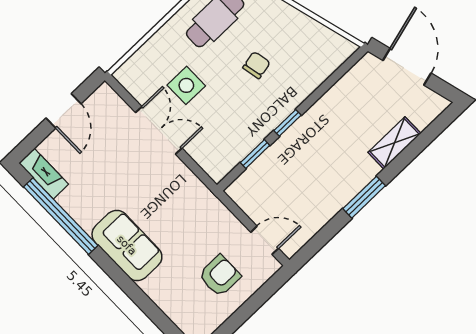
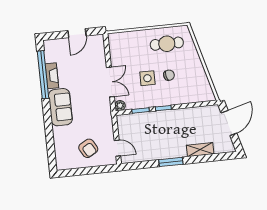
side table: (186, 85) -> (147, 78), moved
double door: (159, 130) -> (110, 82), moved
plant: (217, 171) -> (120, 106), added
fireplace: (44, 174) -> (52, 76), moved
armchair: (220, 276) -> (88, 148), turned 60

